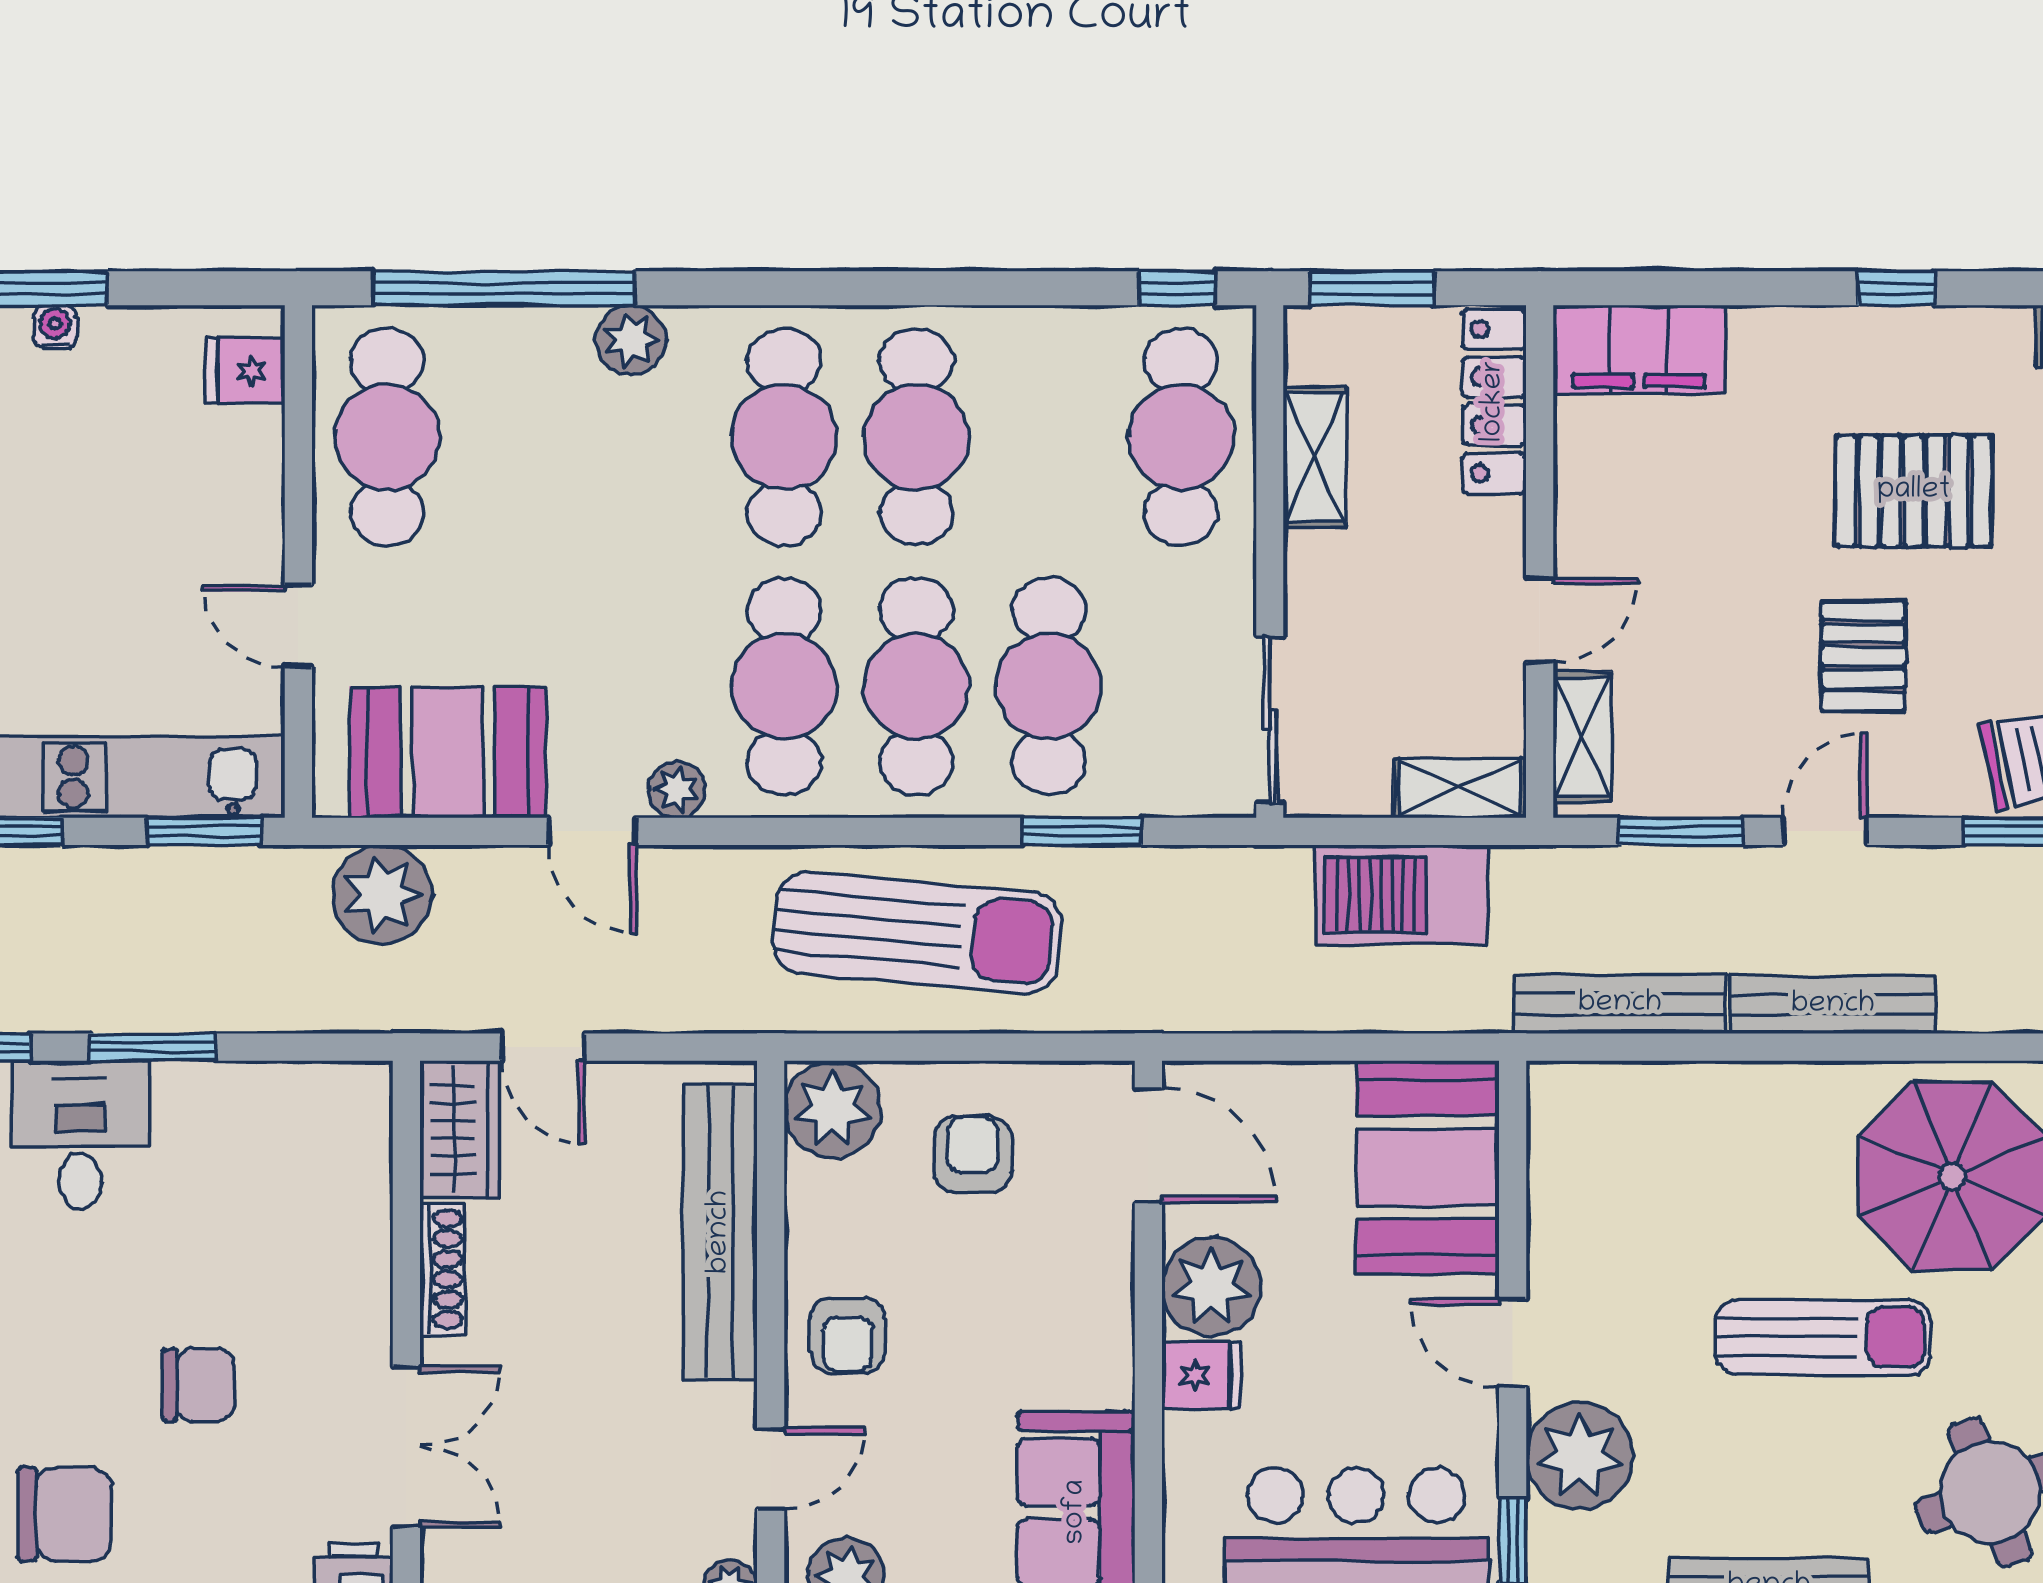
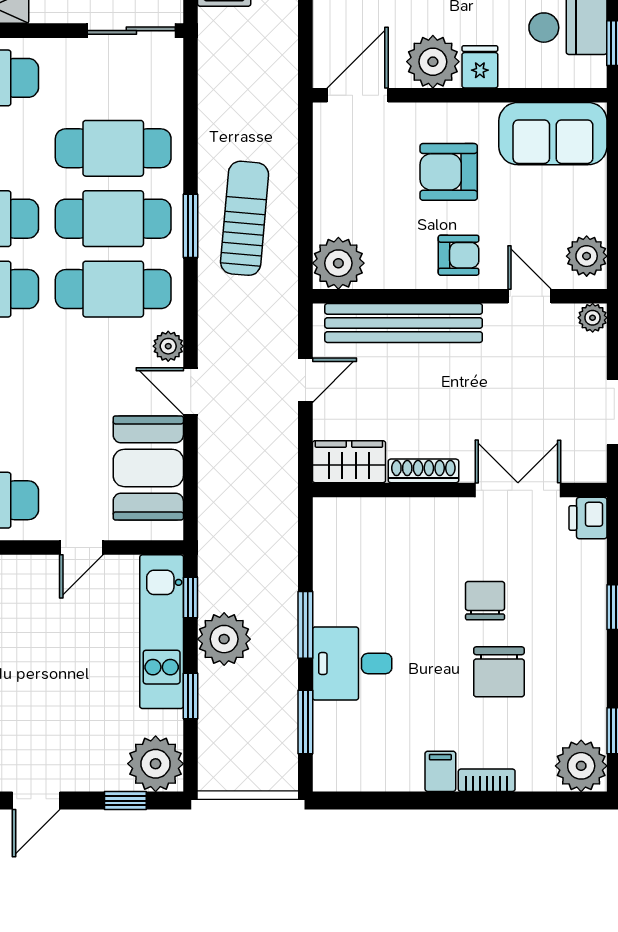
window: (204, 831) -> (191, 597), width x0.67
door: (592, 831) -> (191, 391), swing flipped
window: (1082, 831) -> (191, 226), moved
plant: (382, 894) -> (224, 639), moved
sun lounger: (917, 933) -> (245, 218), width x0.73, depth x0.75
door: (543, 1047) -> (305, 380), moved
armchair: (973, 1154) -> (449, 172), moved, width x1.38, depth x1.38
chair: (65, 1514) -> (499, 672), moved, turned 180

